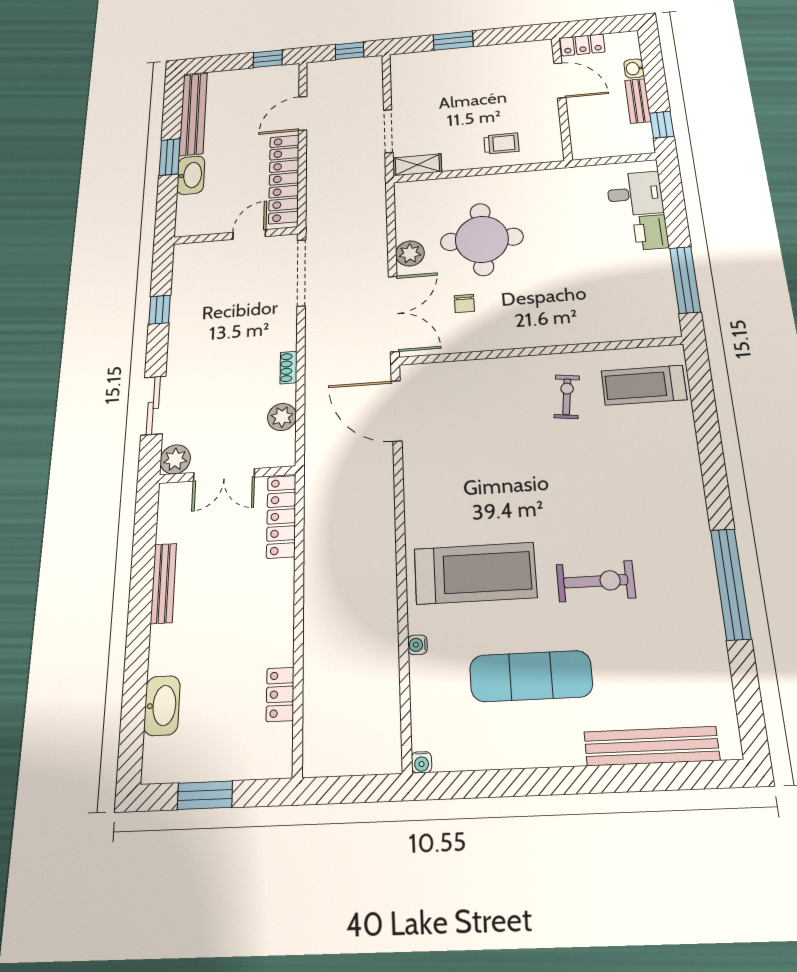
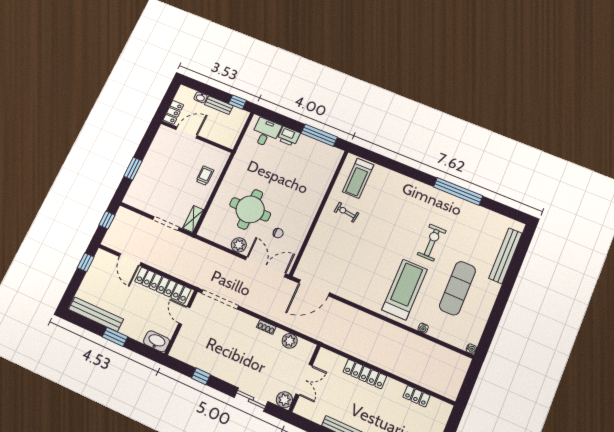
washbasin: (191, 175) -> (156, 341), moved
locker: (281, 517) -> (365, 374), moved

